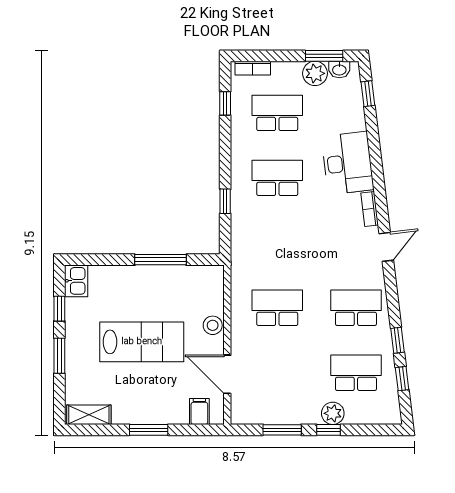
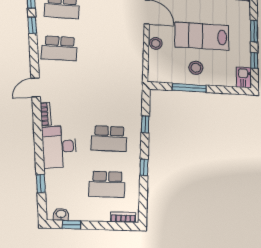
window: (324, 56) -> (72, 225), width x0.67
plant: (315, 73) -> (79, 212), removed
window: (368, 94) -> (41, 183), moved
window: (225, 103) -> (144, 167), moved
stool: (151, 291) -> (196, 68), added
school desk: (277, 308) -> (113, 52), removed

